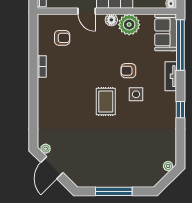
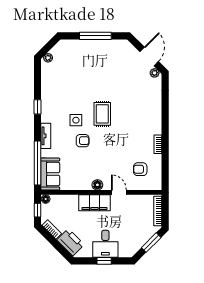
plant: (129, 25) -> (82, 181), removed

